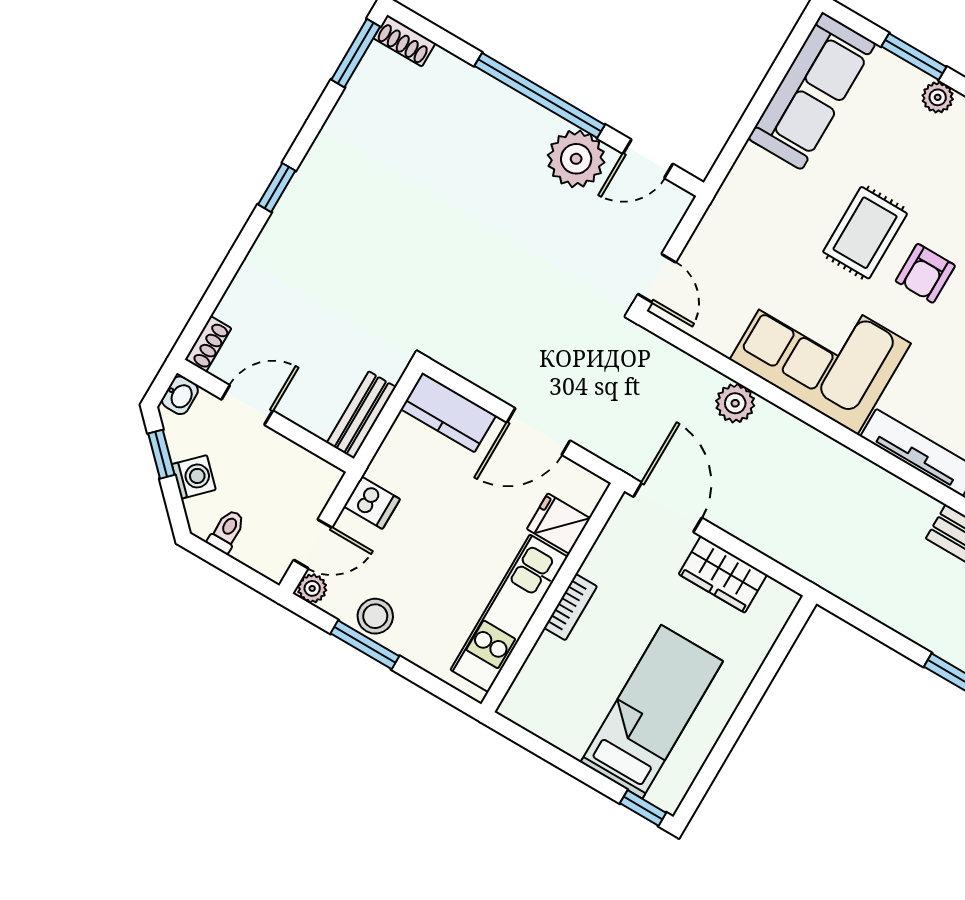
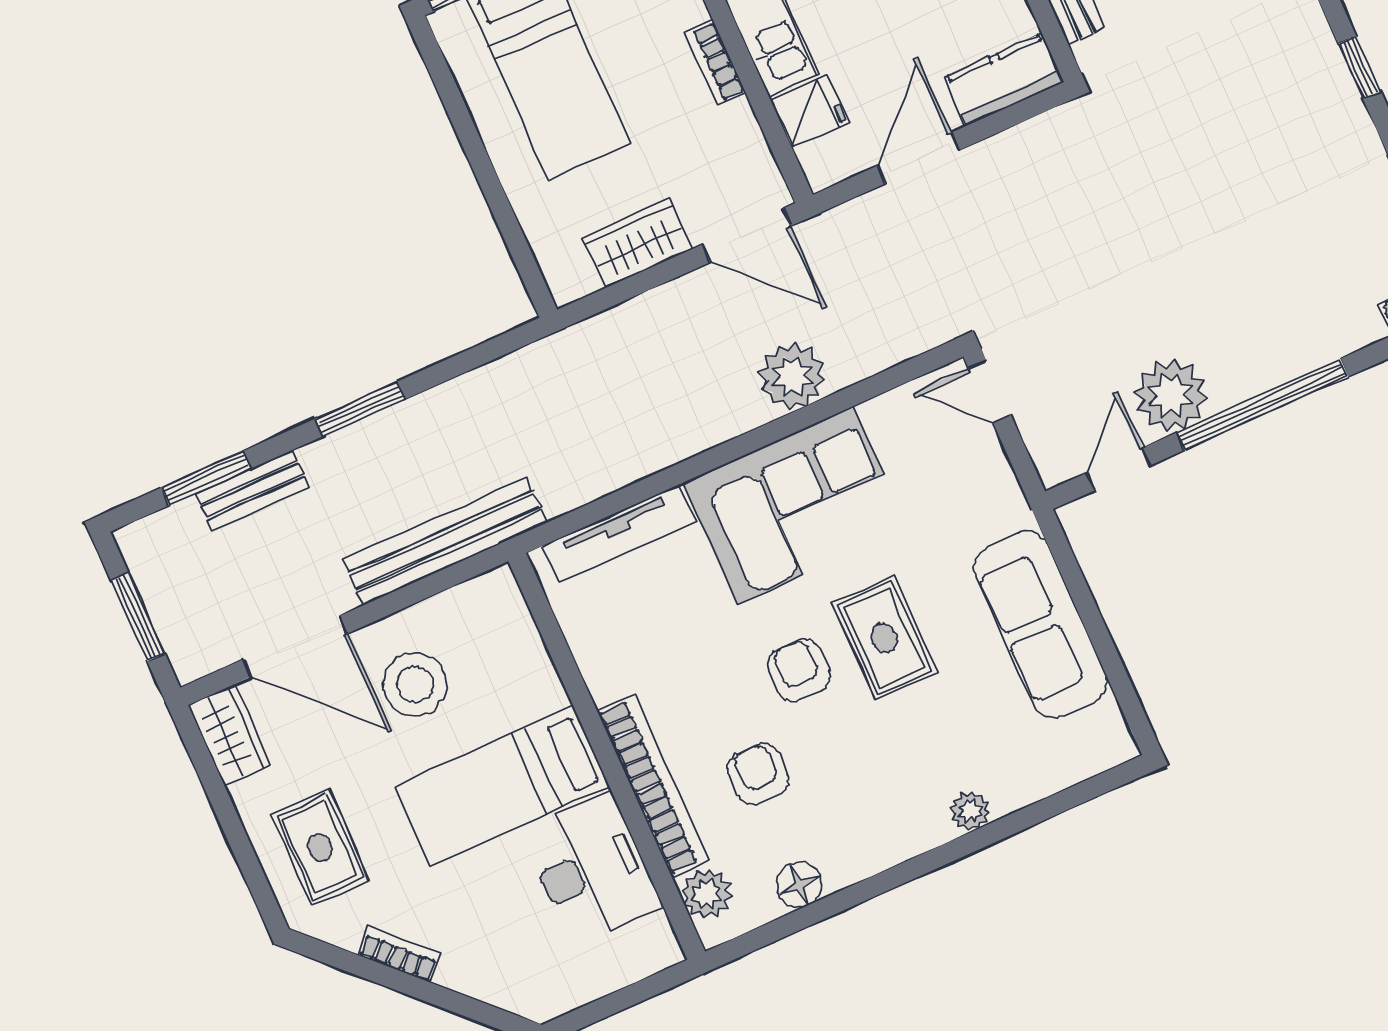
window: (914, 57) -> (1029, 816), removed
sofa: (812, 91) -> (1041, 625), moved
plant: (735, 403) -> (792, 376), width x1.36, depth x1.36

